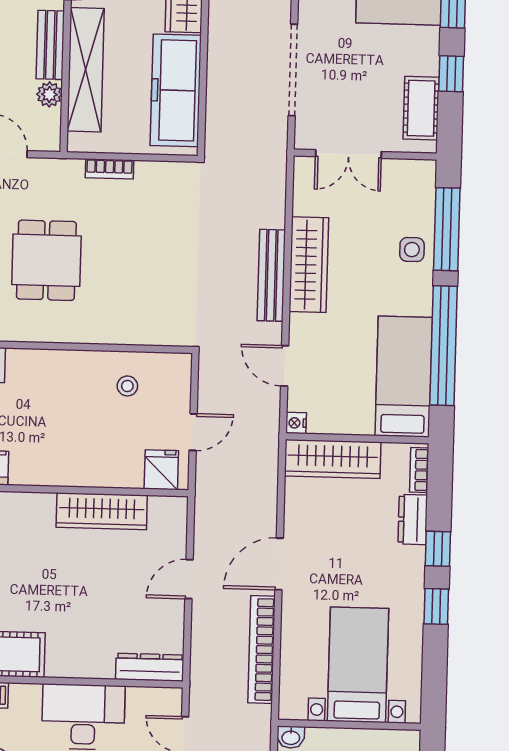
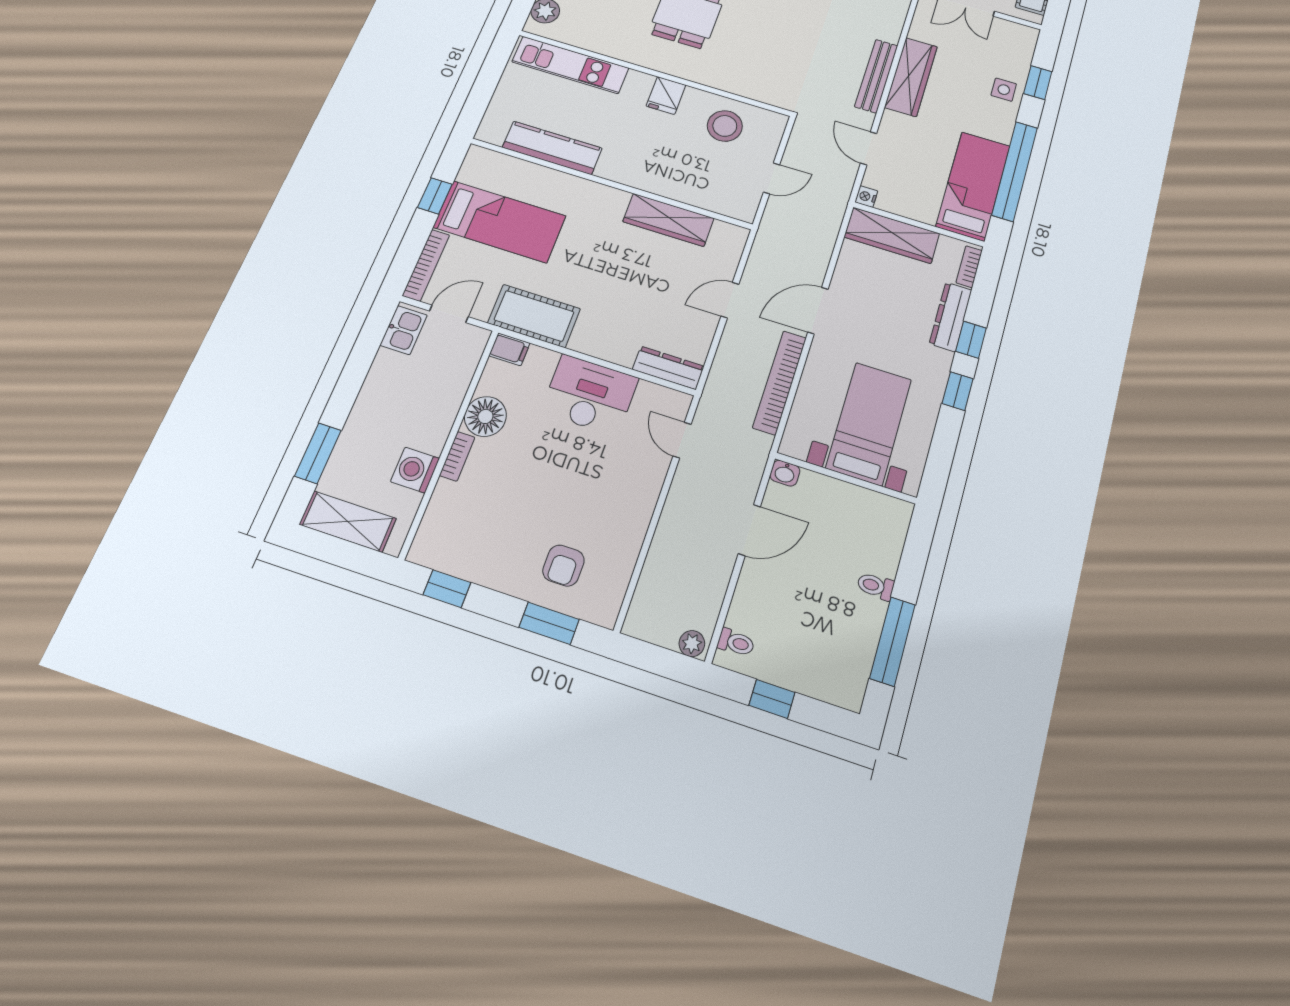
window: (447, 229) -> (1038, 83), width x0.46
stool: (127, 386) -> (725, 126), width x1.89, depth x1.89
fridge: (161, 470) -> (666, 95), moved, turned 180
dresser: (413, 519) -> (951, 317), width x1.44

